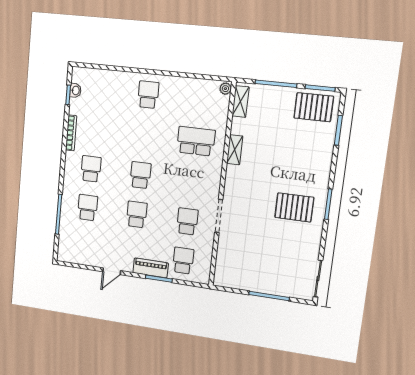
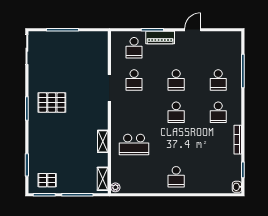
washbasin: (75, 90) -> (237, 187), moved
pallet: (314, 107) -> (47, 180), width x0.67, depth x0.71

